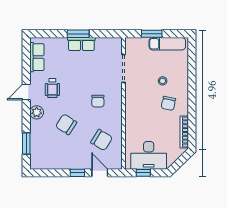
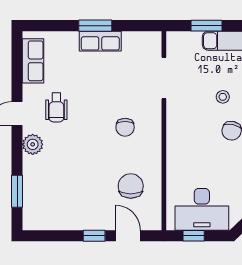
chair: (66, 124) -> (77, 162), removed
chair: (102, 140) -> (131, 186), turned -121

